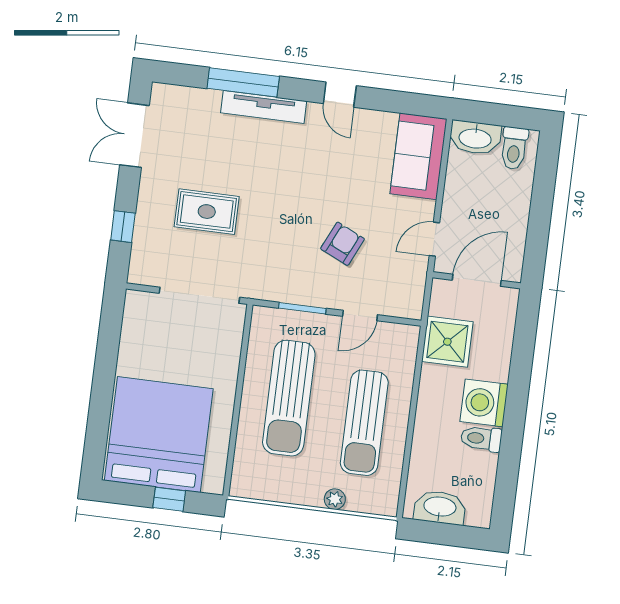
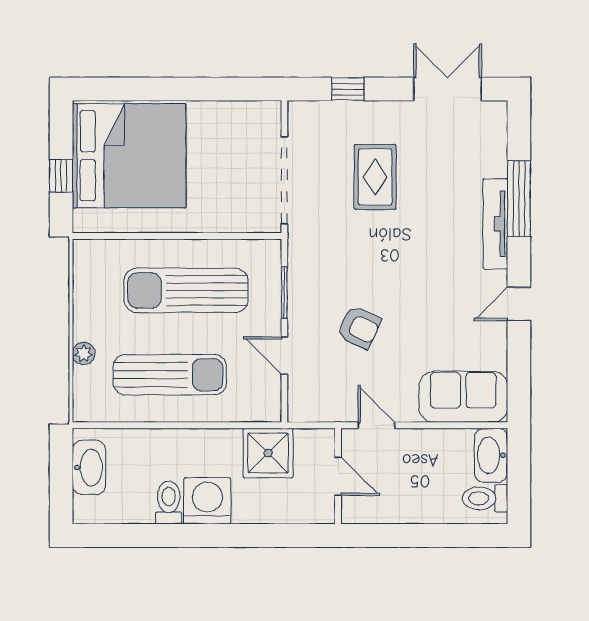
door: (477, 280) -> (338, 476), width x0.73
sun lounger: (364, 423) -> (170, 375), turned 180

